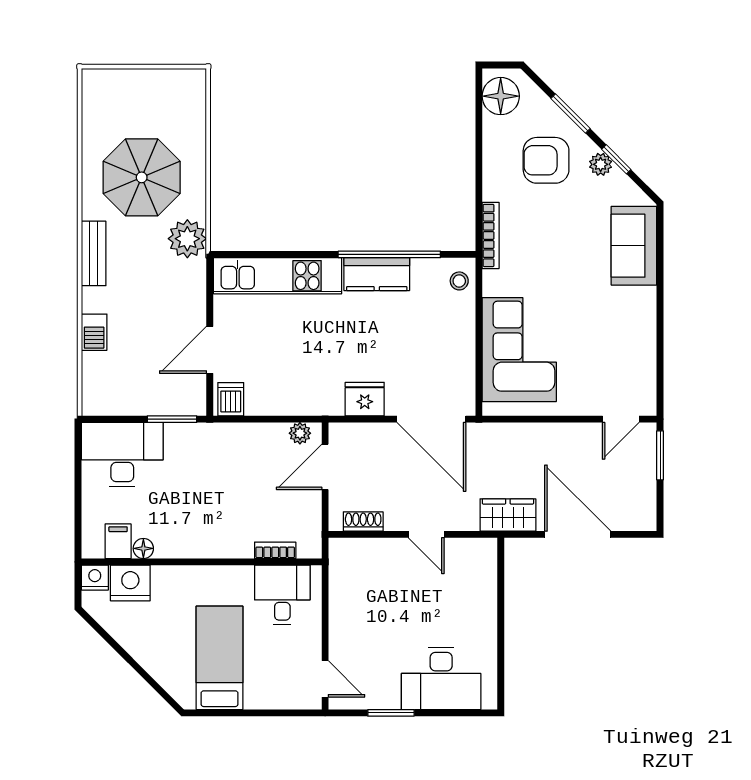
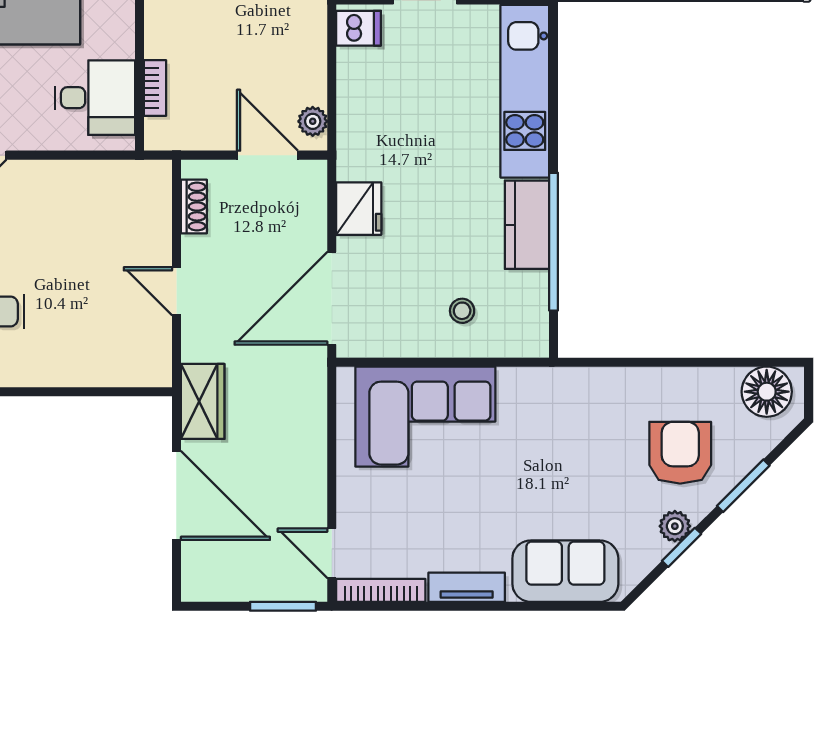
bookcase: (491, 235) -> (381, 590), moved, turned 180
stool: (459, 281) -> (462, 311), moved
tv unit: (646, 319) -> (467, 587), added
door: (426, 534) -> (176, 291), hinge flipped
door: (578, 534) -> (176, 495), hinge flipped

